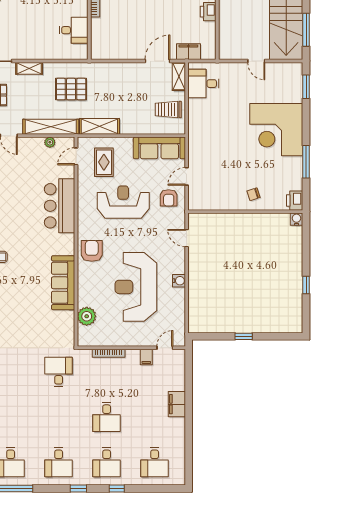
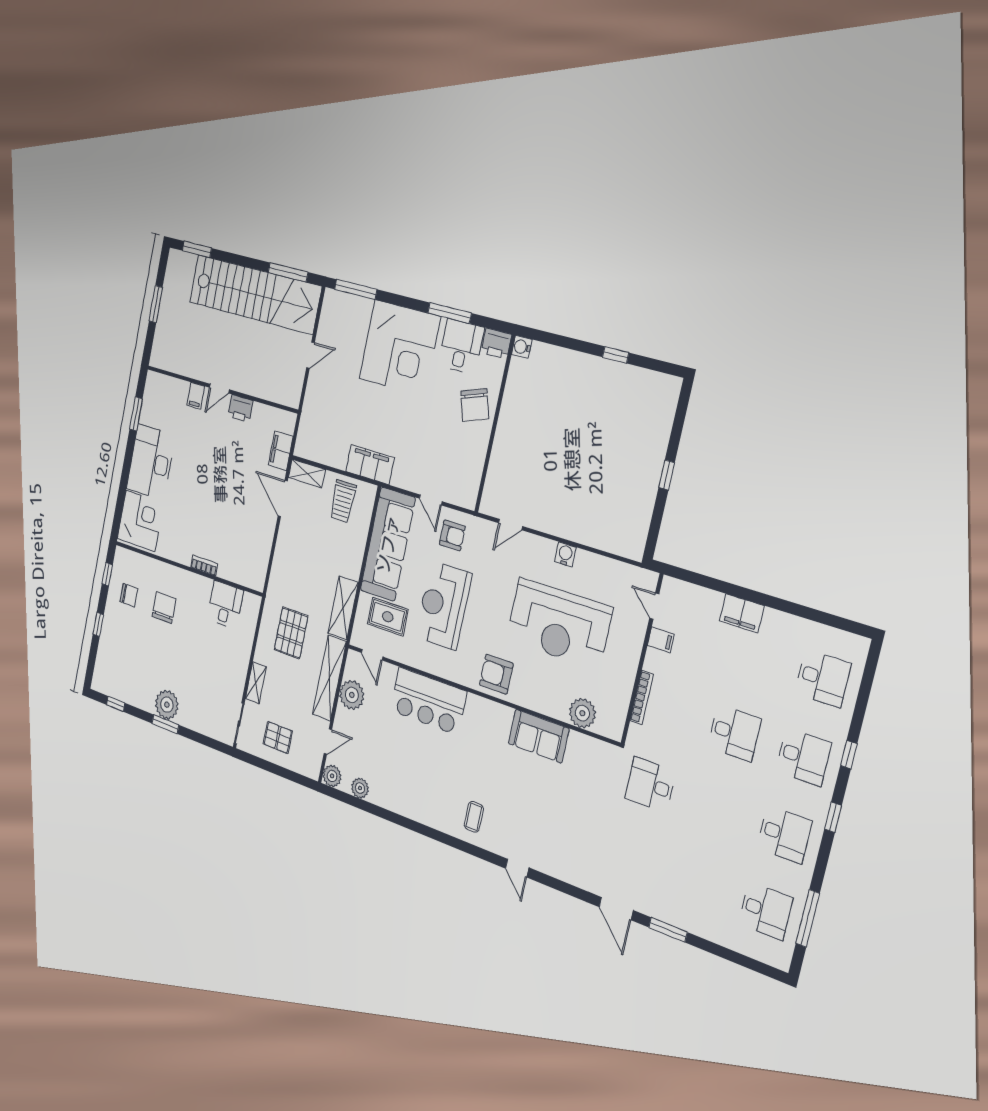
desk: (203, 84) -> (461, 346), moved, turned 180
window: (306, 87) -> (356, 289), width x1.44
filing cabinet: (197, 125) -> (370, 465), added
plant: (50, 142) -> (352, 695), width x1.88, depth x1.88
sofa: (159, 148) -> (388, 544), width x1.36, depth x1.27
chair: (254, 194) -> (475, 405), width x1.87, depth x1.87
sofa: (63, 283) -> (539, 736), width x0.73

